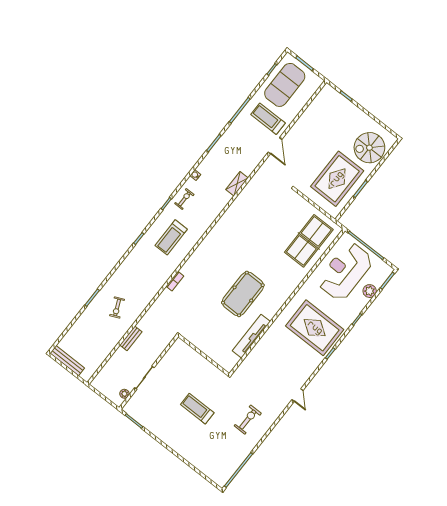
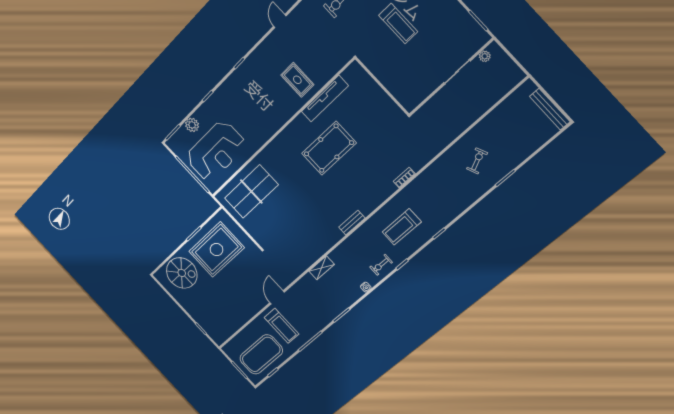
treadmill: (171, 237) -> (402, 227), turned 180
rug: (315, 328) -> (297, 80), moved, width x0.54, depth x0.49
bench: (131, 338) -> (352, 223), moved

